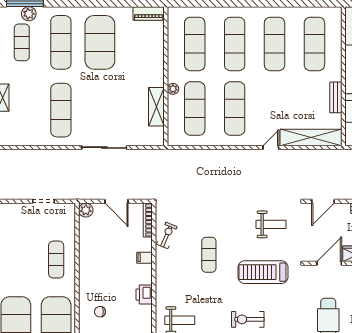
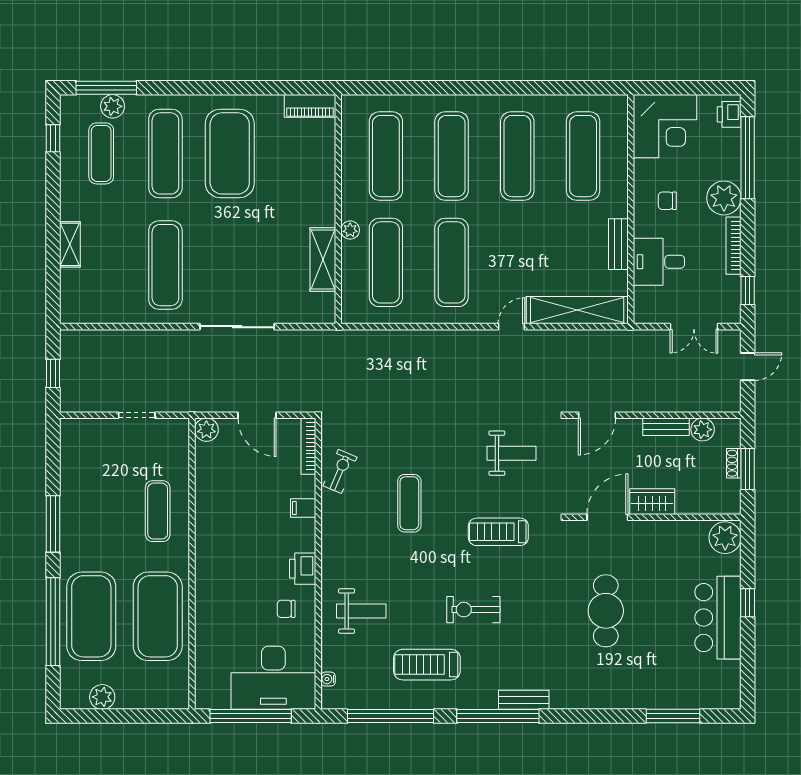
treadmill: (263, 272) -> (498, 532), width x0.73, depth x0.73
chair: (100, 312) -> (286, 609), moved

